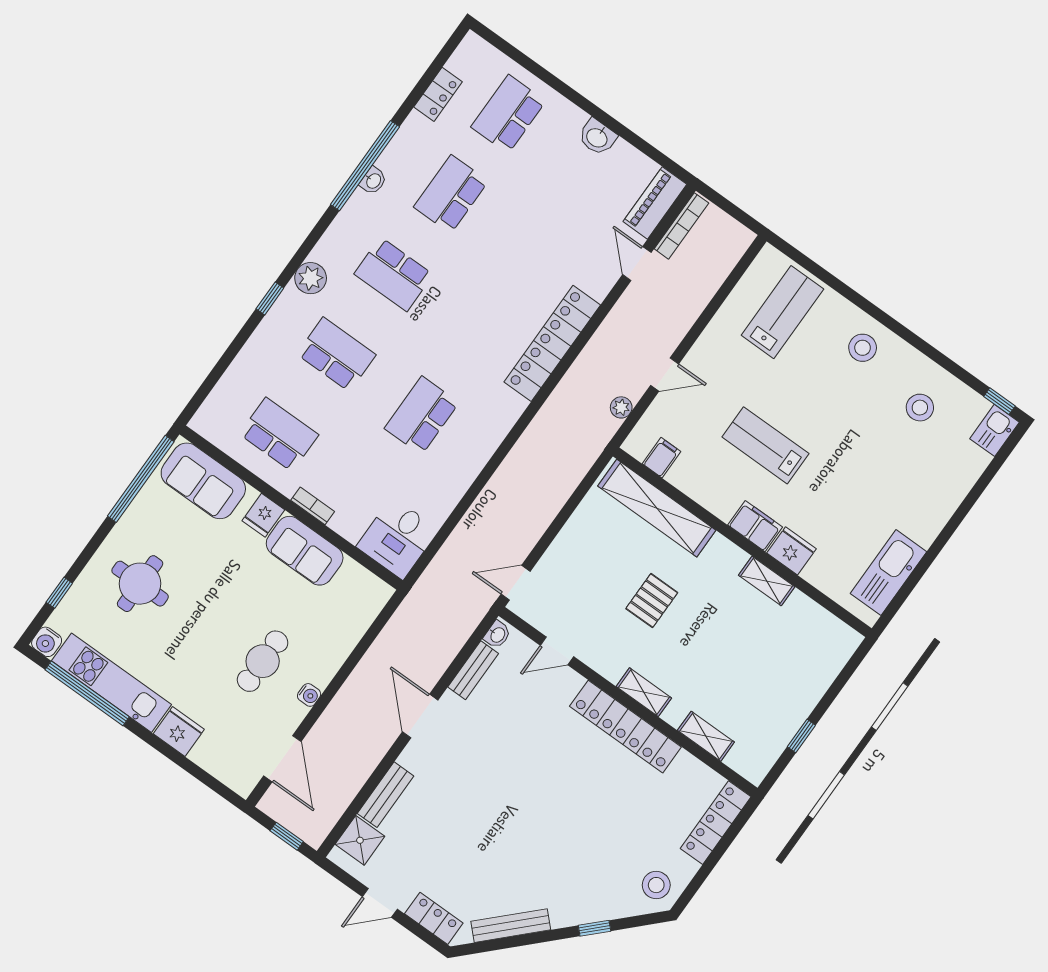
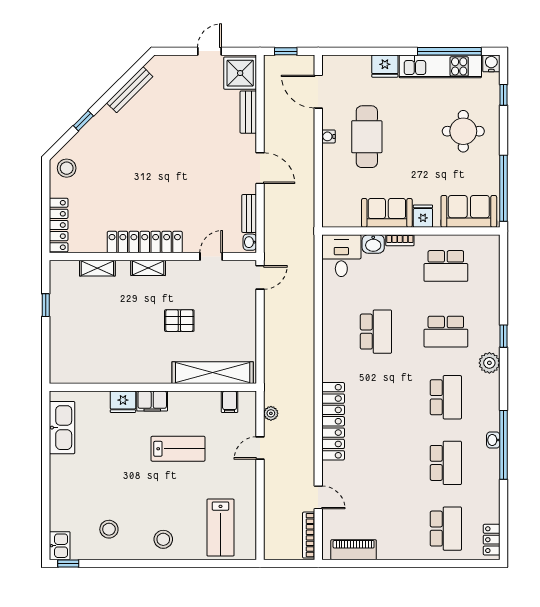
locker: (438, 94) -> (492, 540), moved
washbasin: (597, 137) -> (373, 244), moved, turned 180
piano: (655, 203) -> (354, 550), moved, turned -90
school desk: (394, 274) -> (446, 397), turned 90
shelving: (767, 581) -> (125, 376), removed
pallet: (652, 601) -> (179, 321), turned 90
cafe table: (263, 661) -> (367, 137), width x1.37, depth x1.35
shower: (360, 840) -> (240, 73), width x1.36, depth x1.36
locker: (434, 918) -> (174, 64), removed

